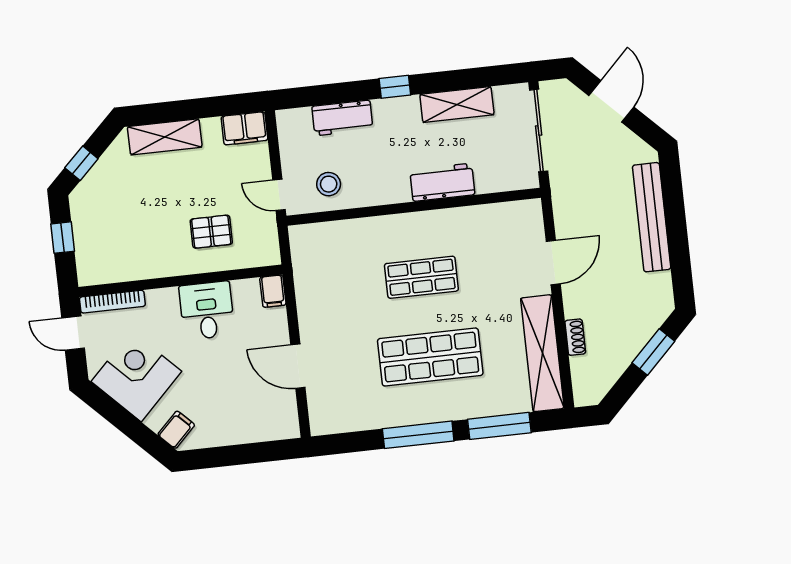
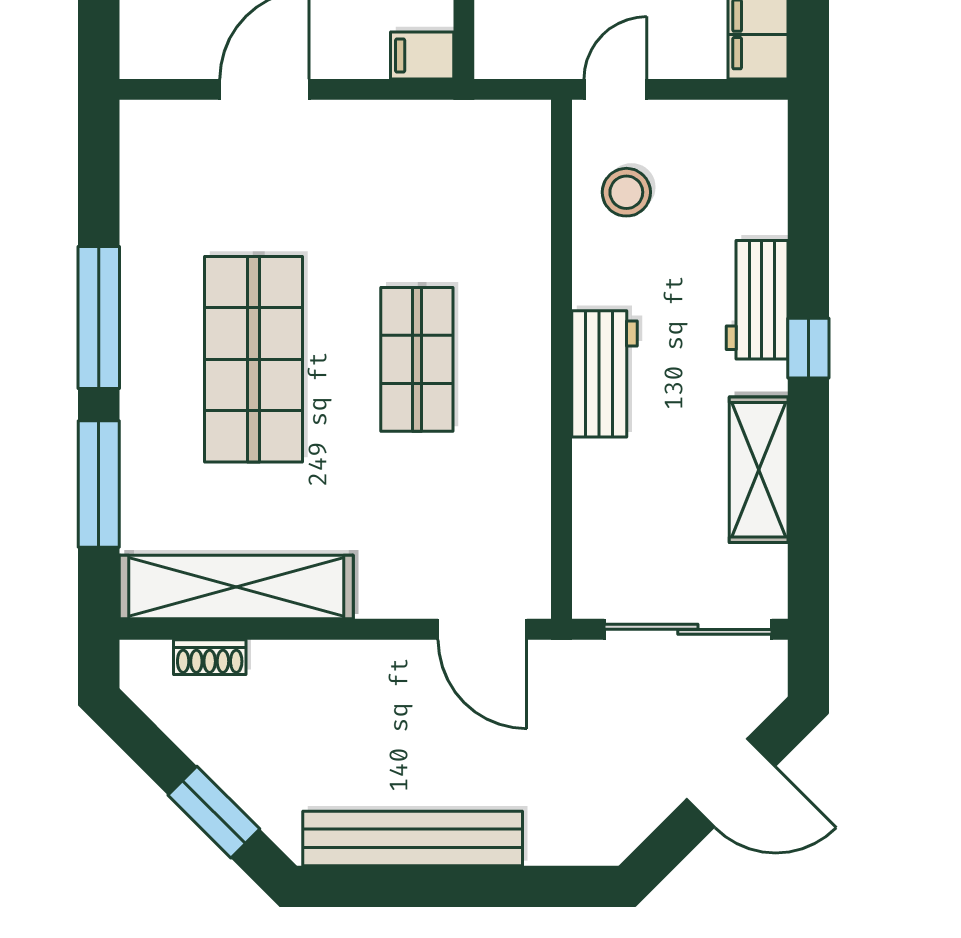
workbench: (342, 118) -> (757, 300), moved
workbench: (442, 182) -> (604, 374), moved
bench: (652, 217) -> (413, 839), moved
door: (553, 263) -> (482, 629), moved
shoe rack: (575, 337) -> (210, 657), moved

